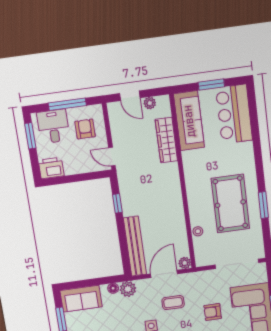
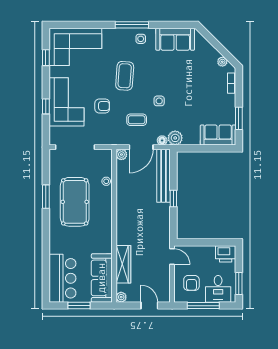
plant: (150, 103) -> (121, 297), moved
window: (117, 203) -> (173, 198), moved
floor lamp: (113, 288) -> (162, 140), moved

